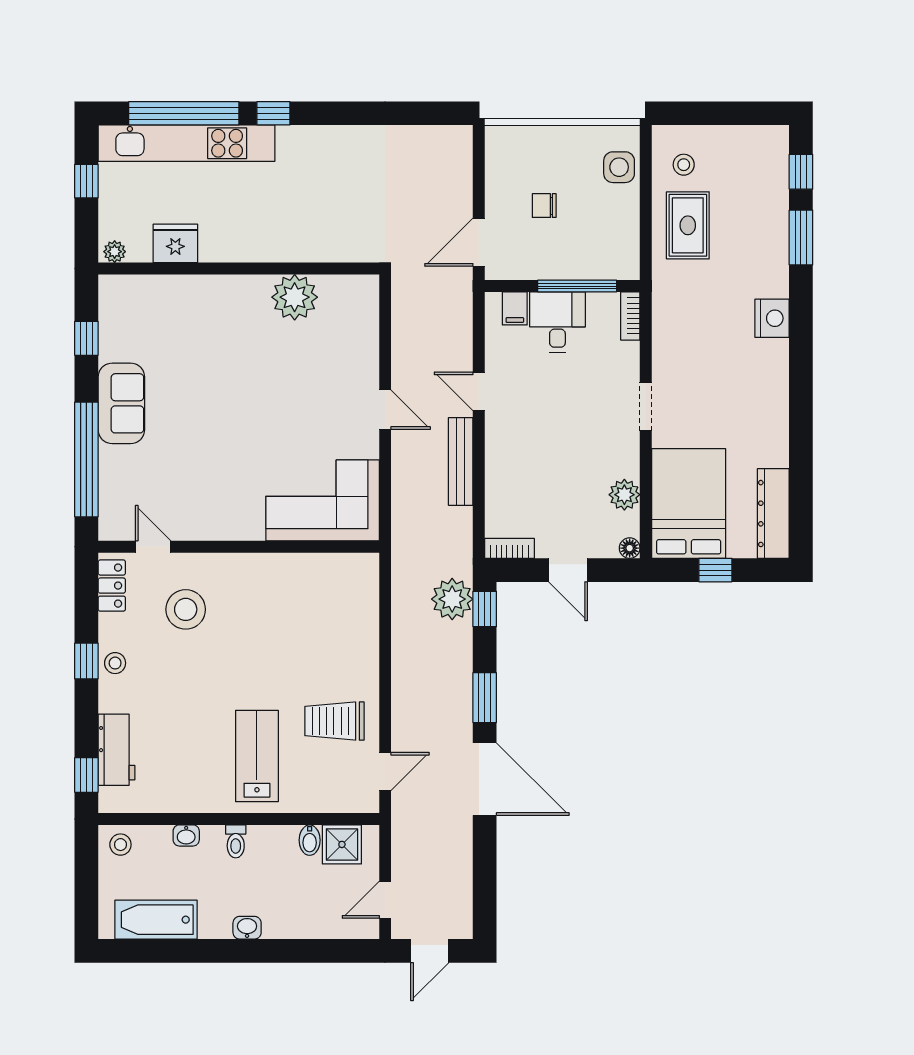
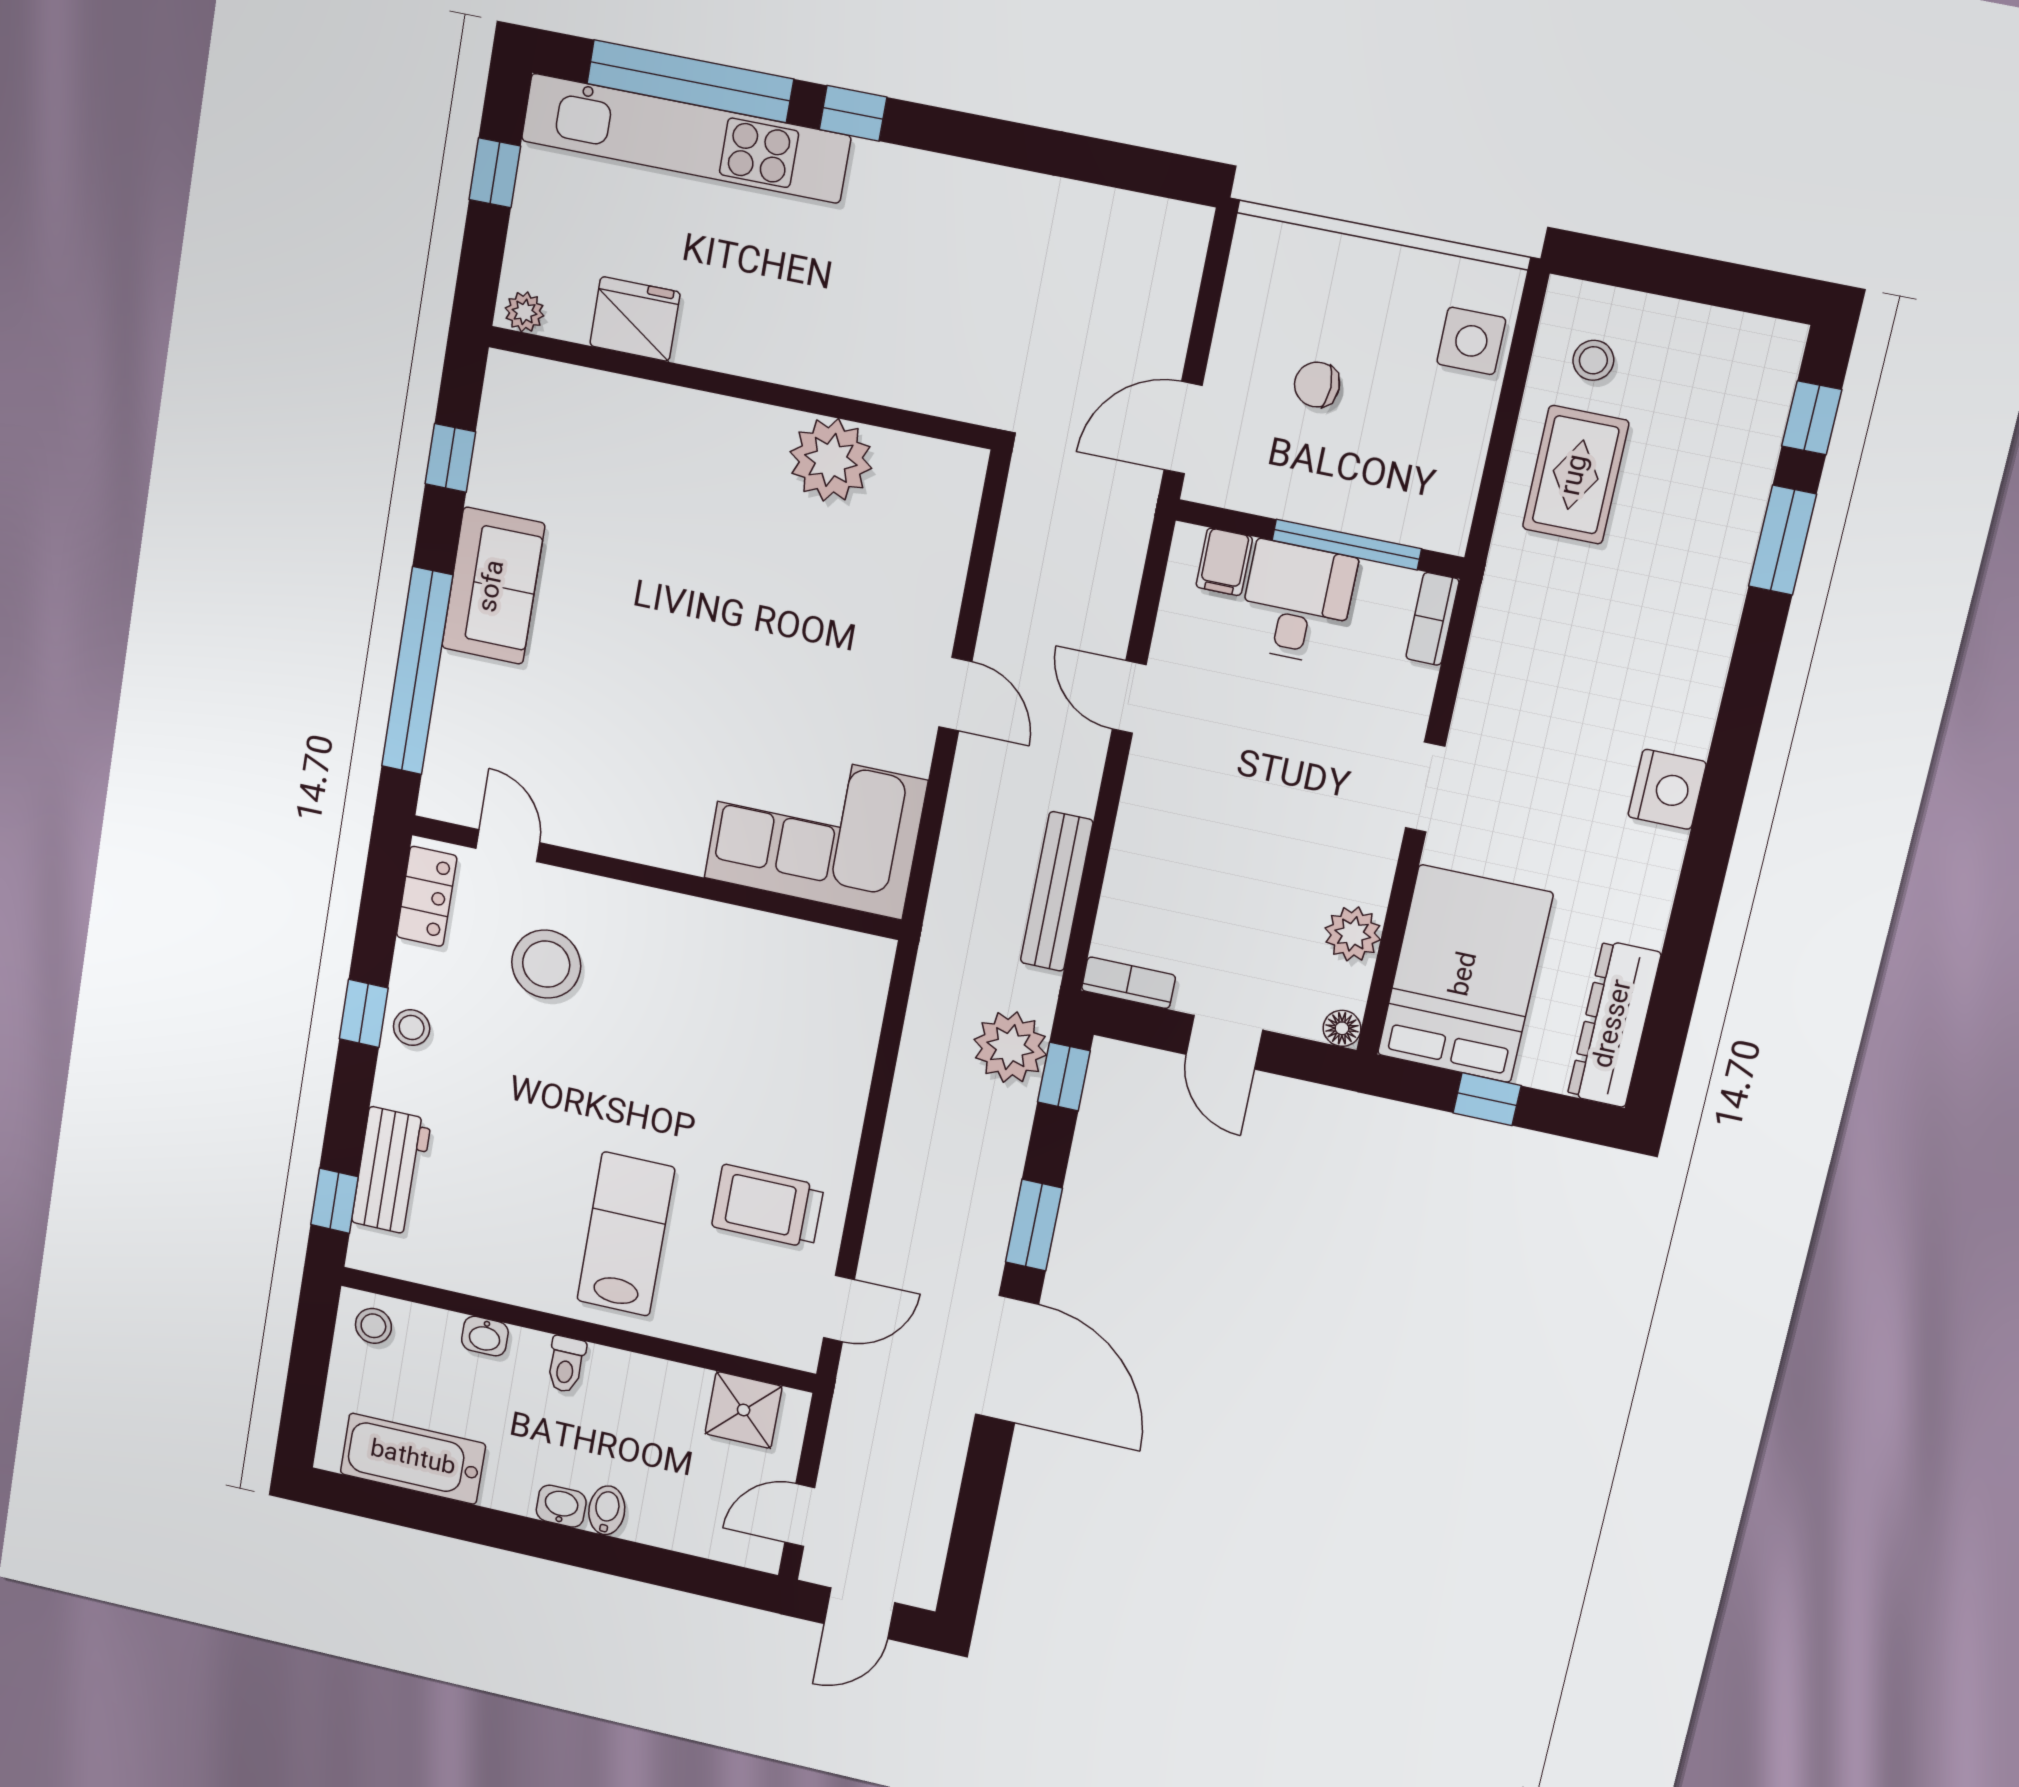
nightstand: (772, 318) -> (1667, 789), moved
bench: (461, 461) -> (1057, 892), moved
bidet: (310, 840) -> (607, 1510), moved, turned 180

